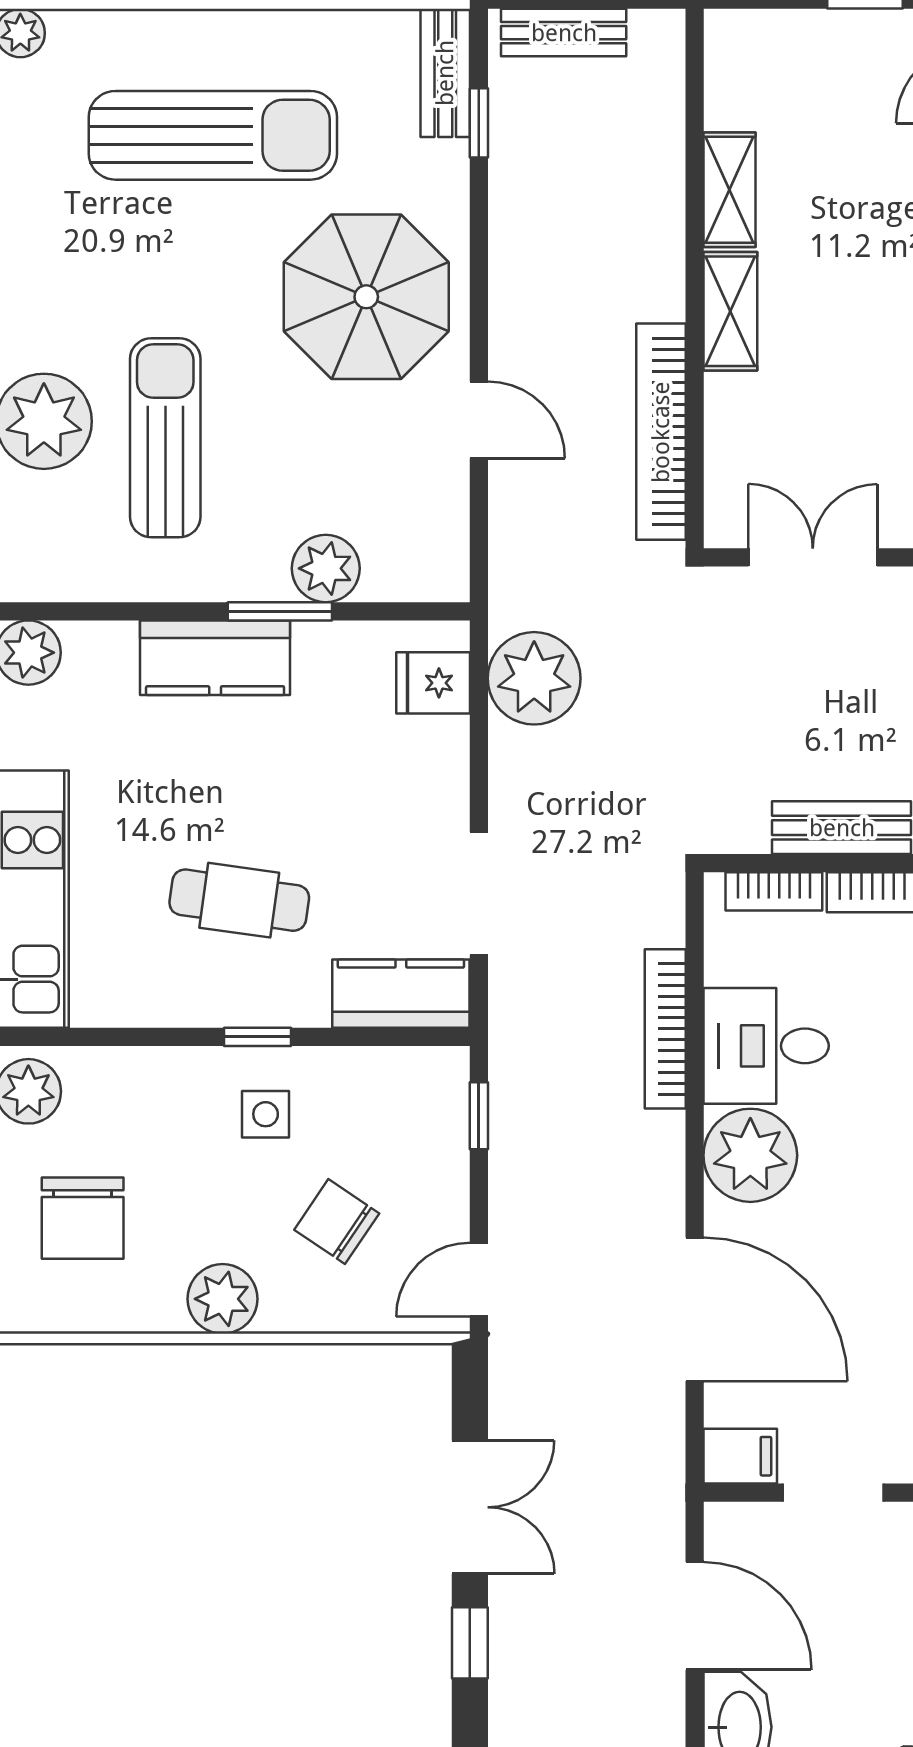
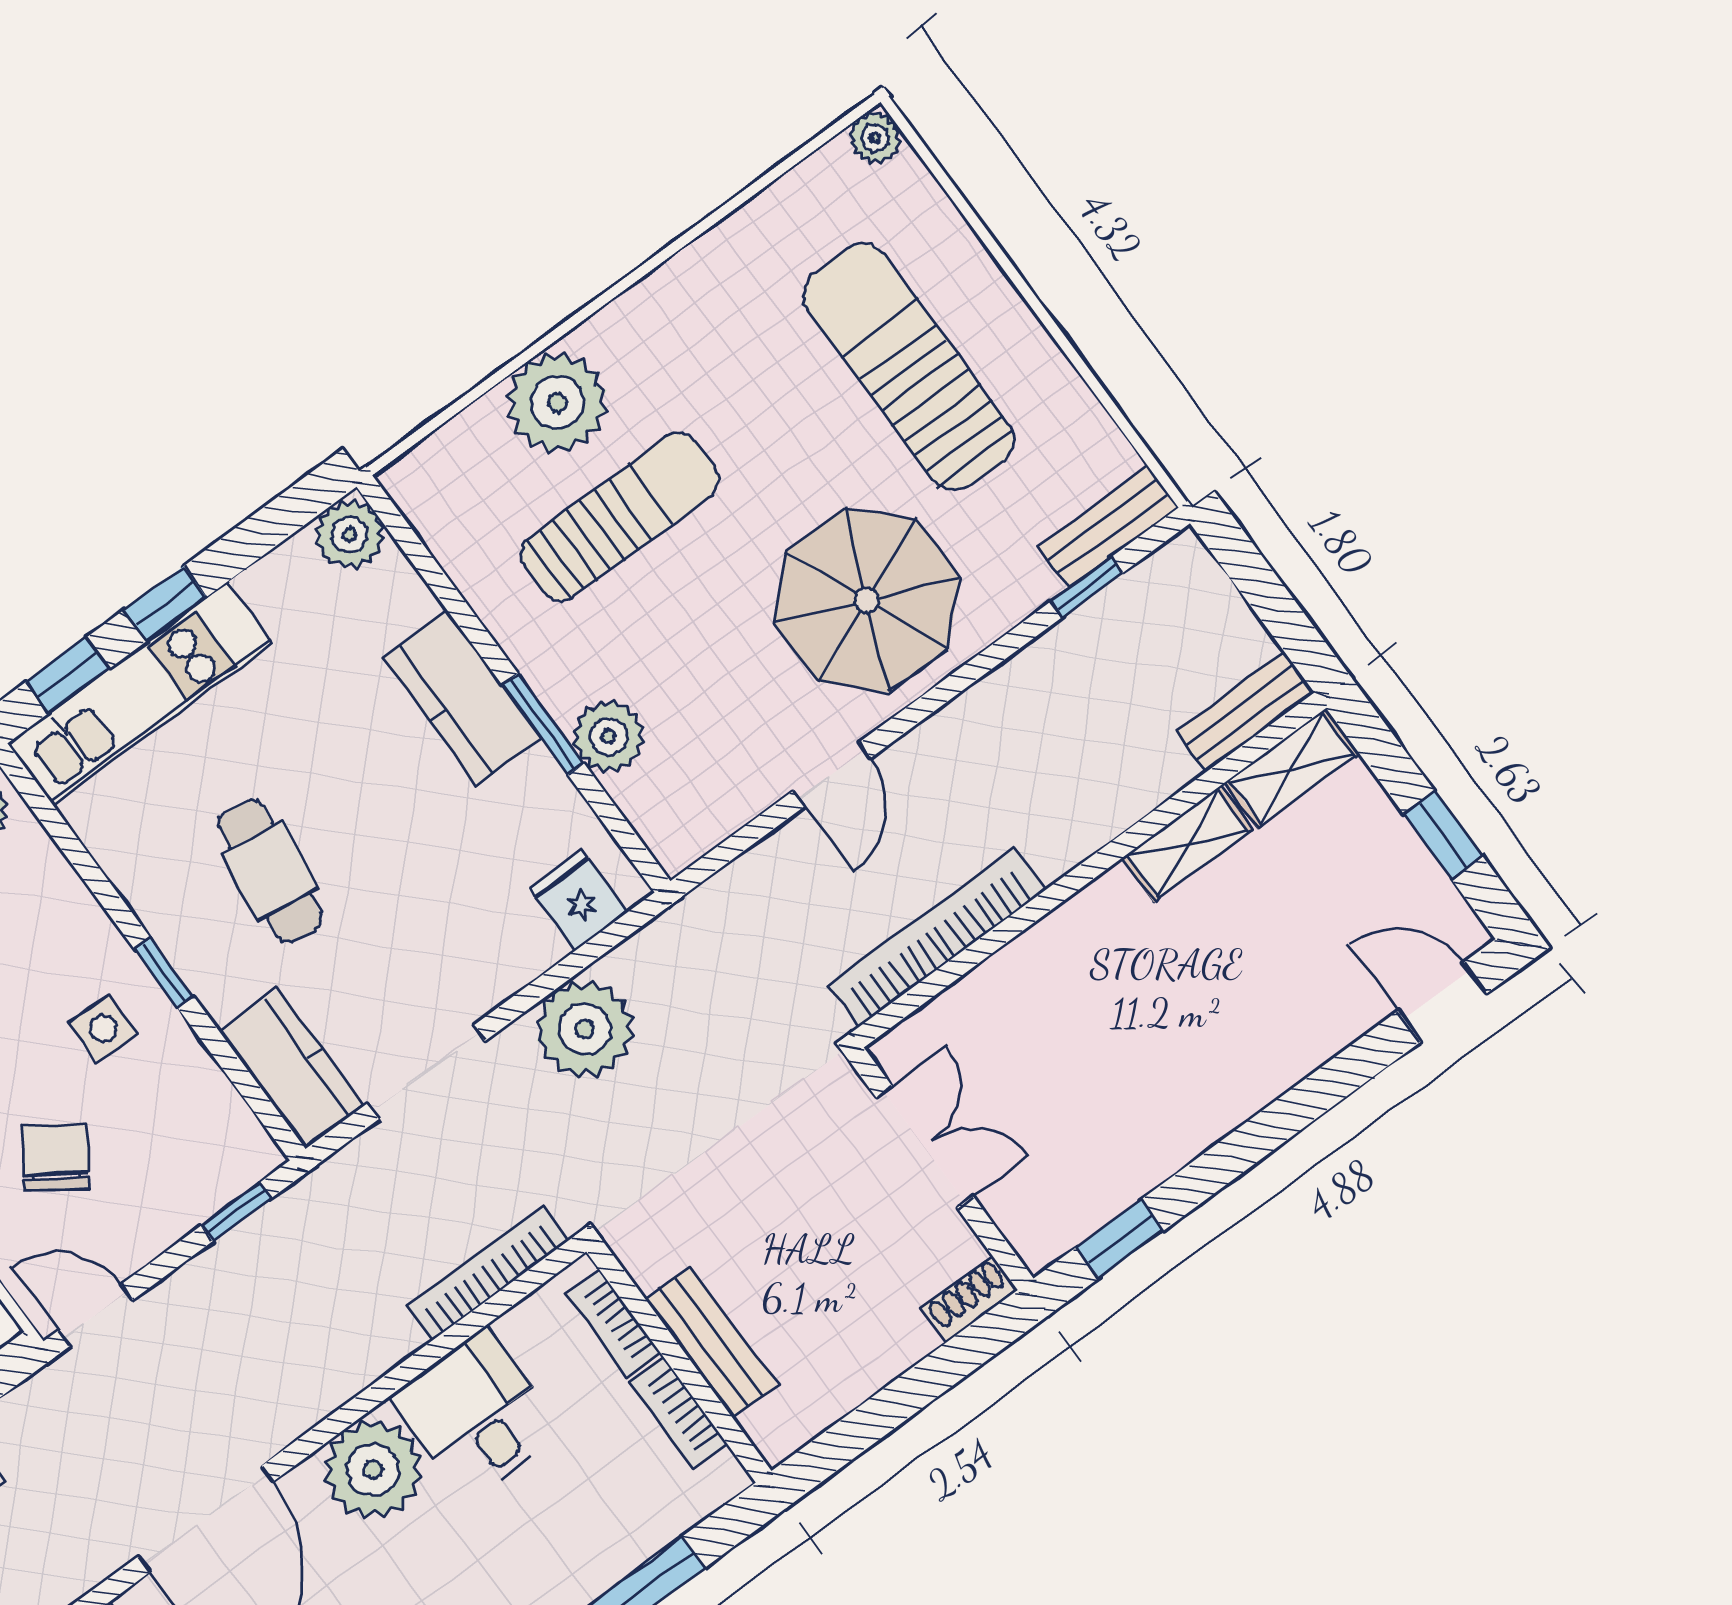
bench: (564, 33) -> (1244, 713), moved, turned 90
sun lounger: (213, 135) -> (909, 367), turned 180
shelving: (730, 311) -> (1292, 768), moved
plant: (534, 678) -> (585, 1029), moved
bookcase: (665, 1029) -> (487, 1273), moved

